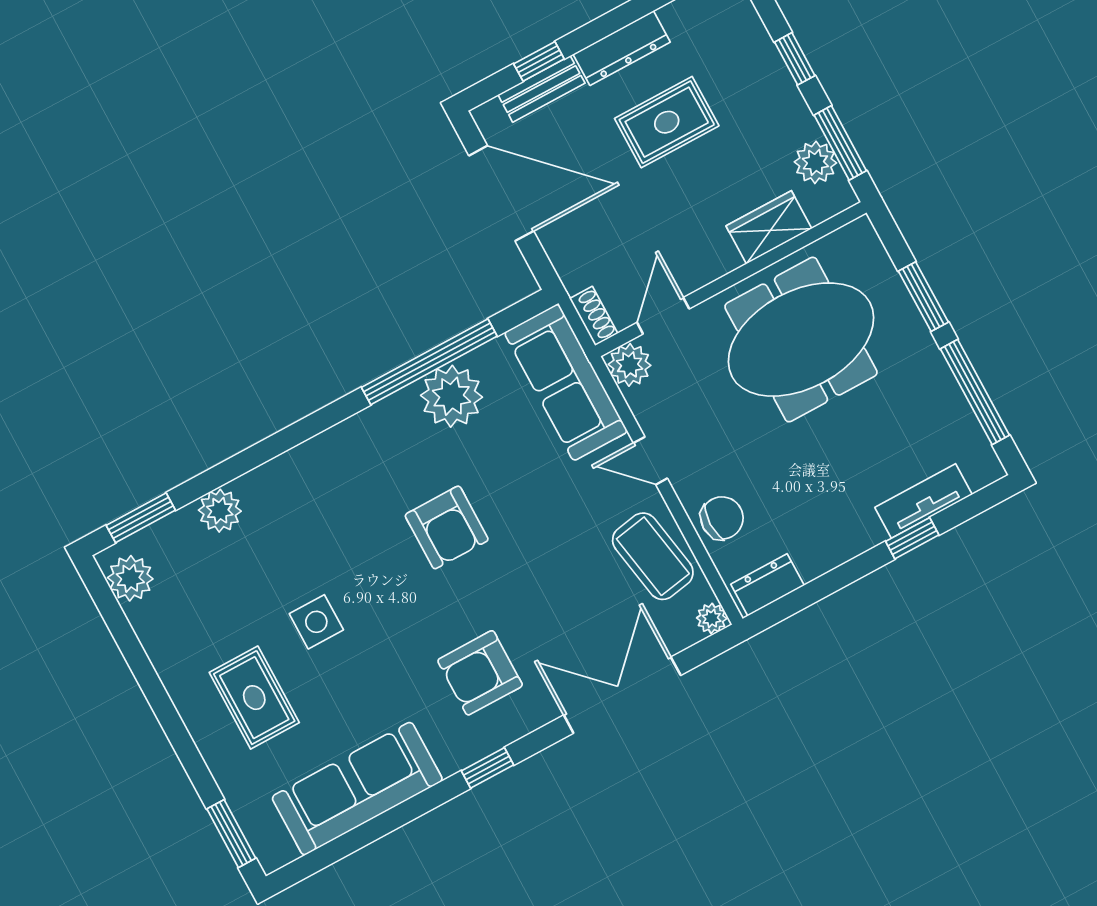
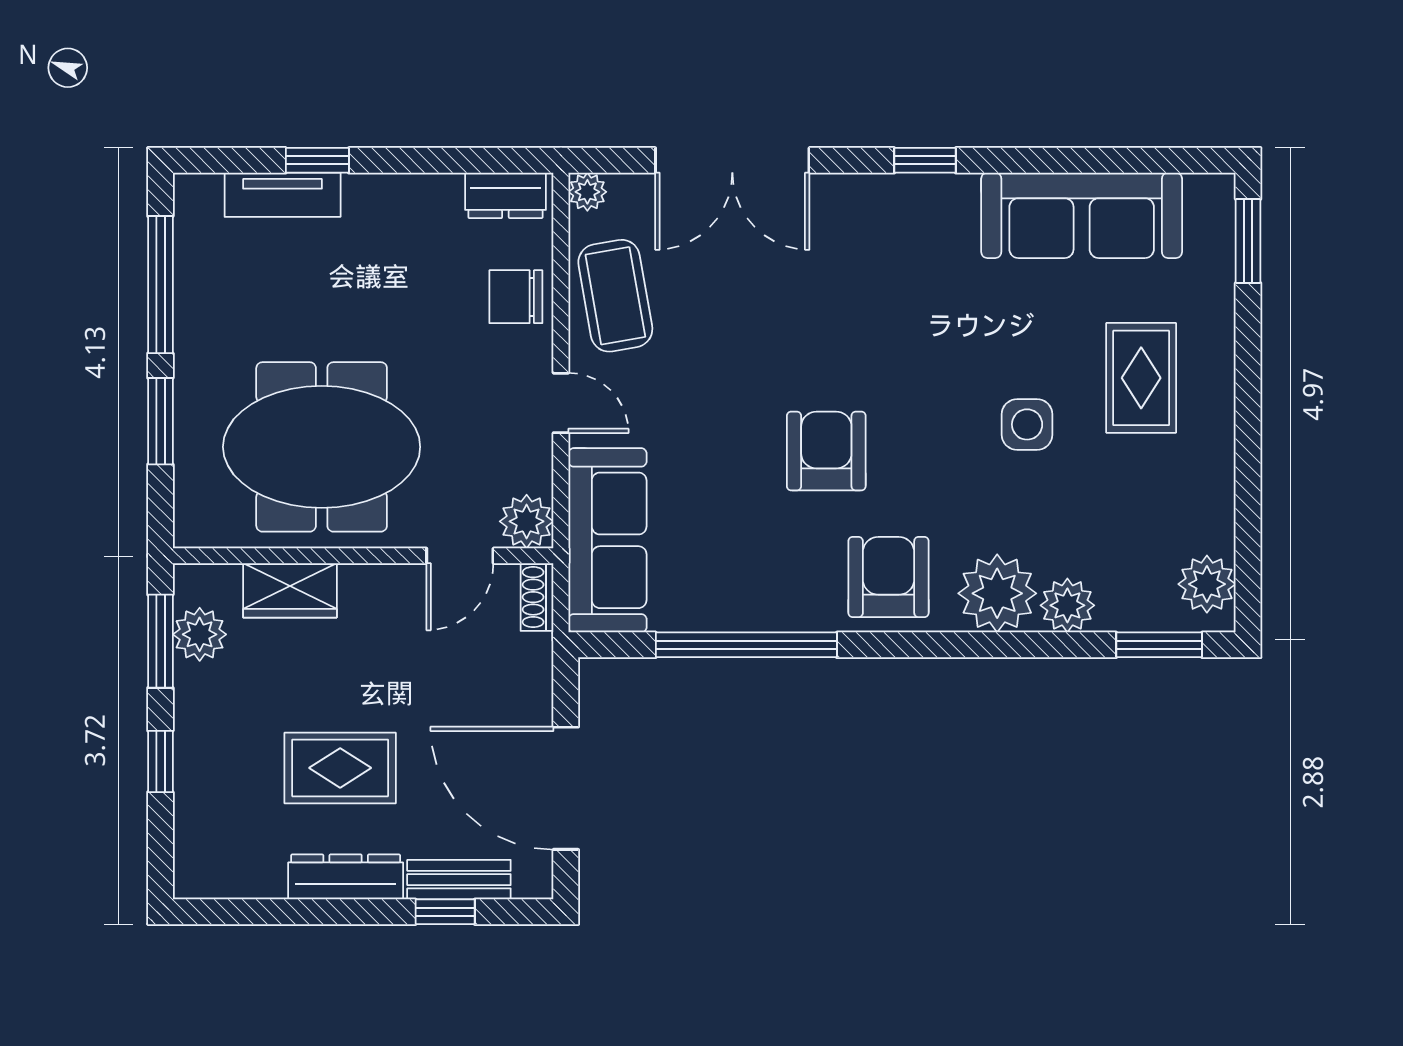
plant: (452, 396) -> (997, 593), moved
armchair: (480, 673) -> (889, 577), moved, turned -90

